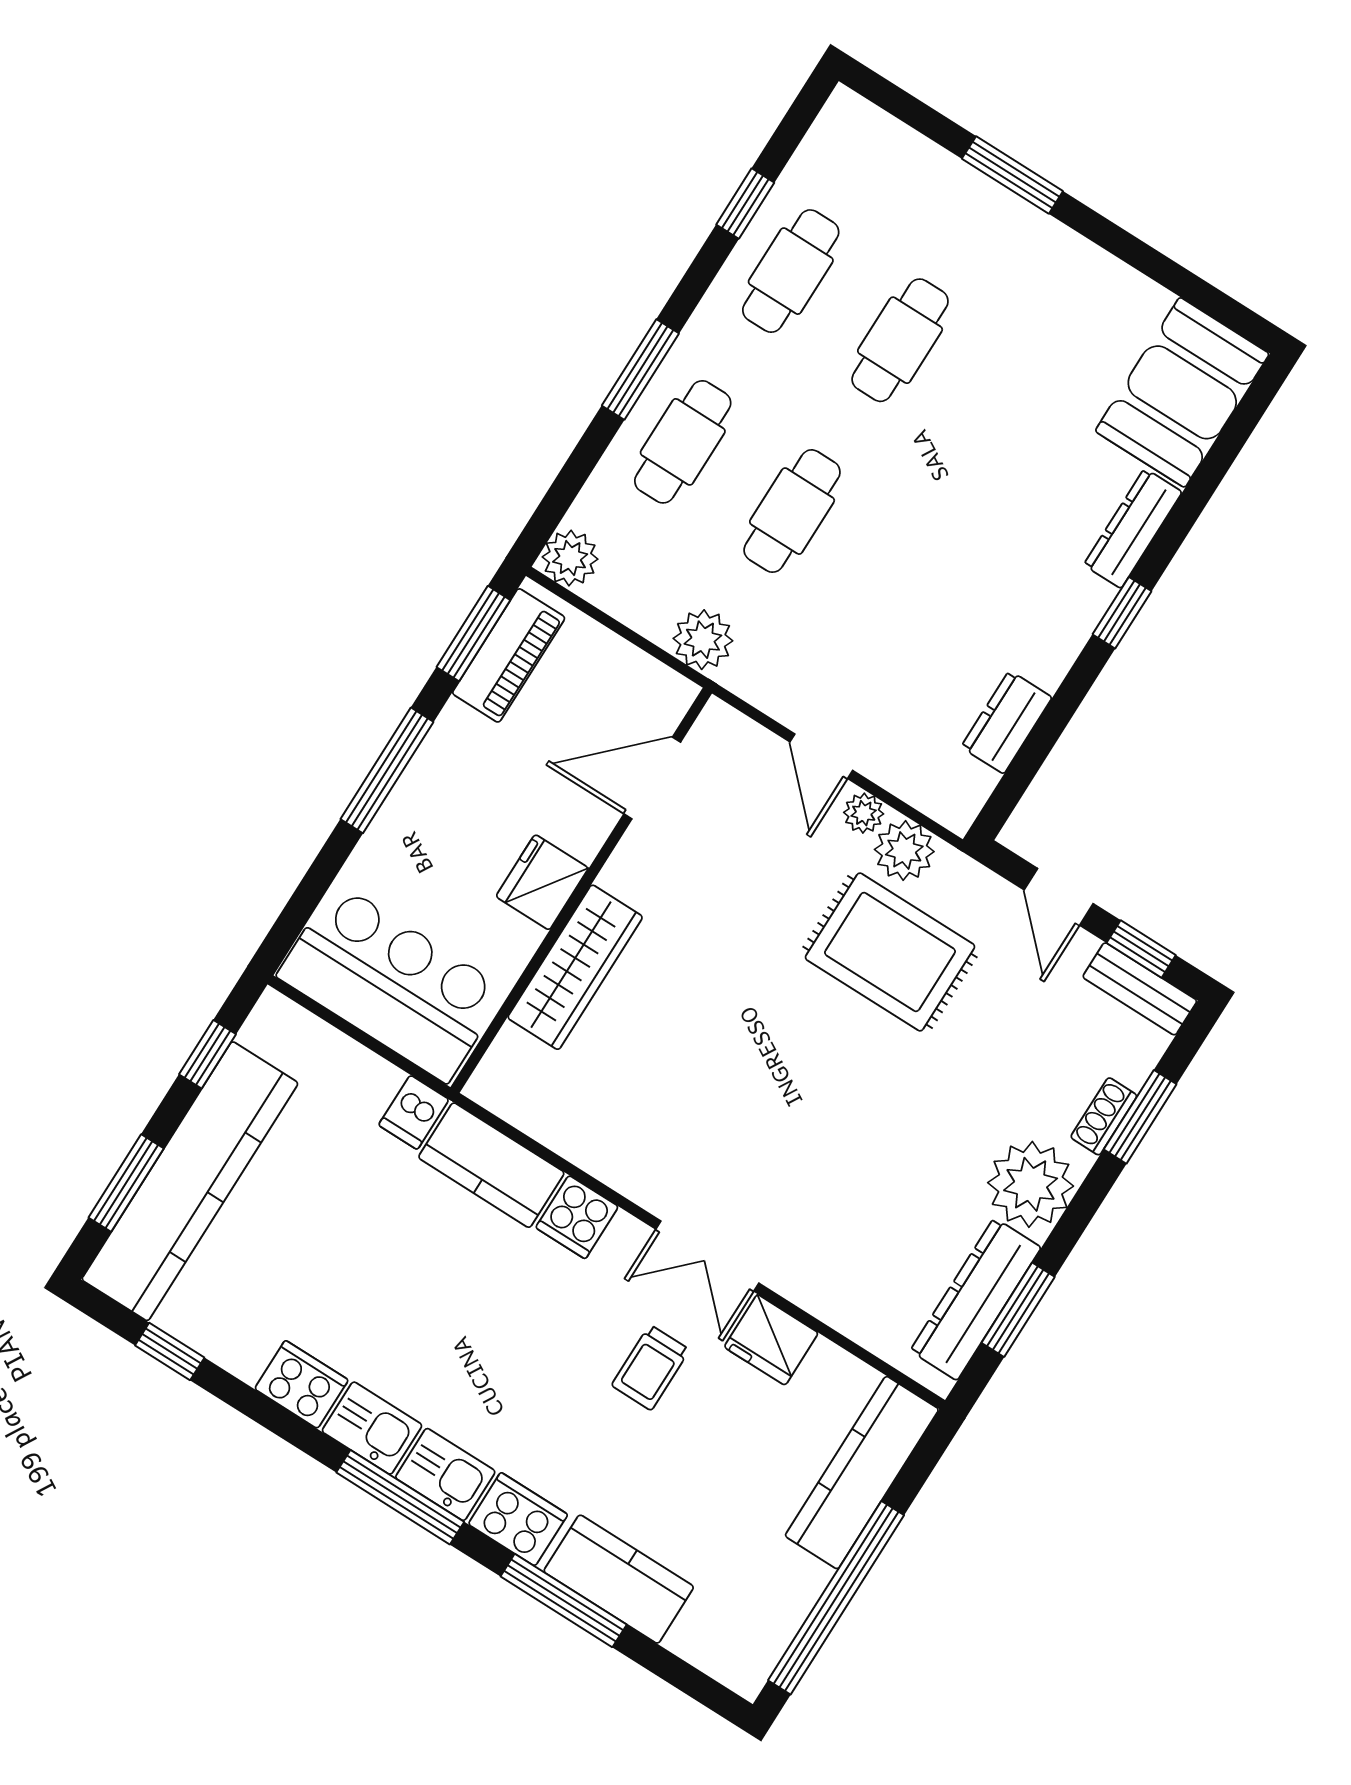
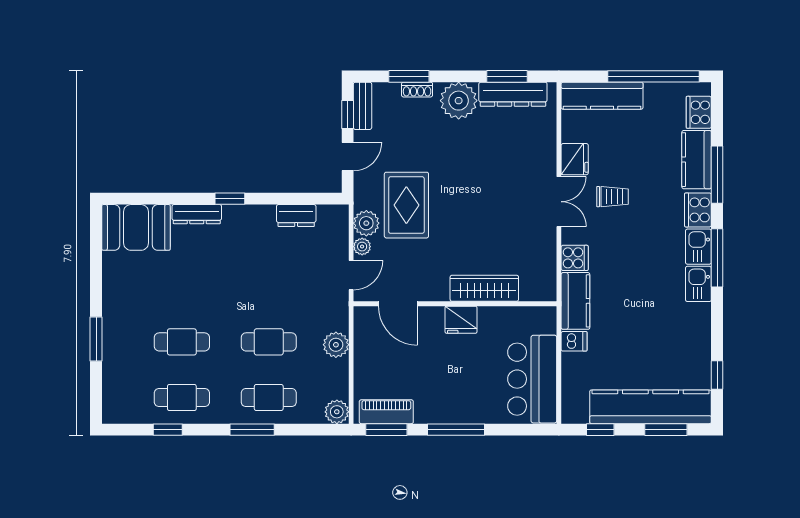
door: (652, 778) -> (398, 304), moved
fridge: (542, 882) -> (461, 320), moved
wall: (581, 890) -> (455, 304), moved
wardrobe: (575, 967) -> (484, 288), moved
cooker: (301, 1384) -> (699, 112), moved

